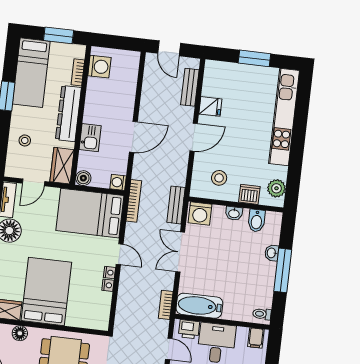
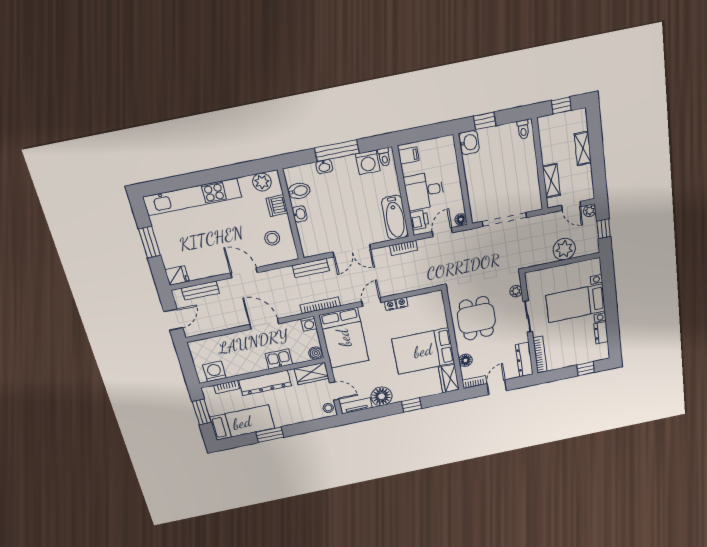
fridge: (210, 106) -> (177, 275), moved, turned 90
stool: (25, 140) -> (328, 408), moved
washing machine: (200, 214) -> (368, 162), moved, turned 90

